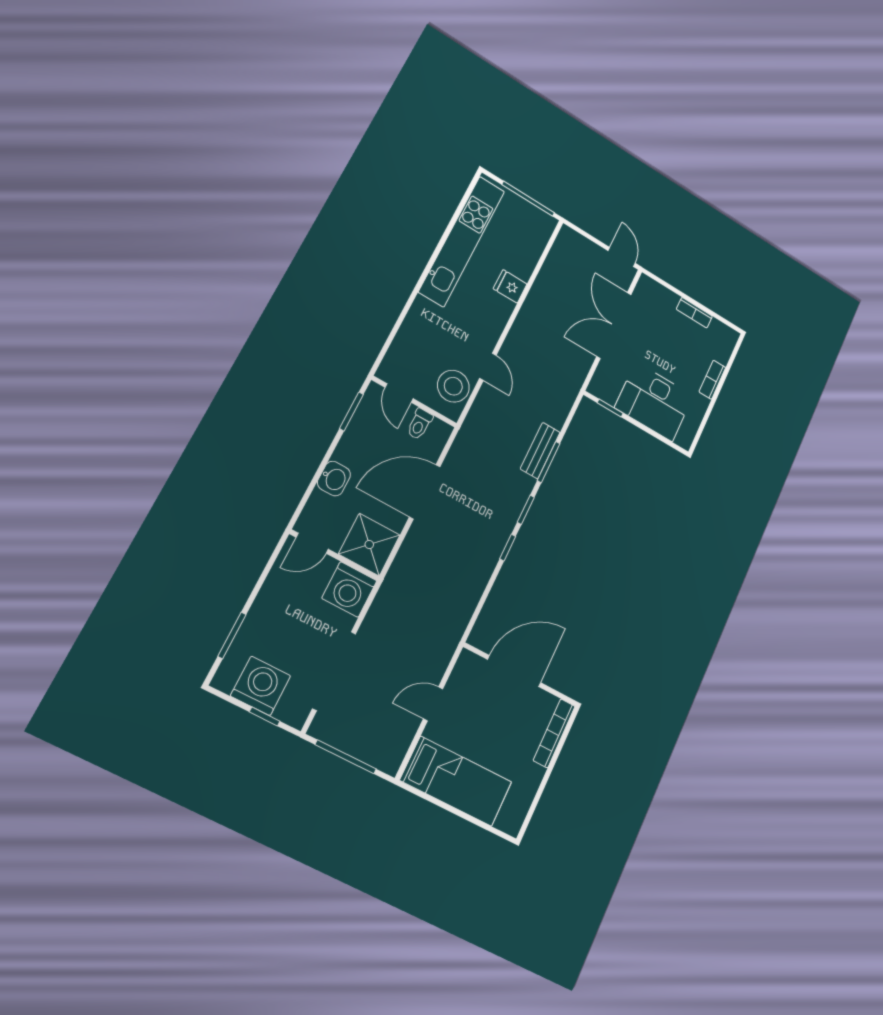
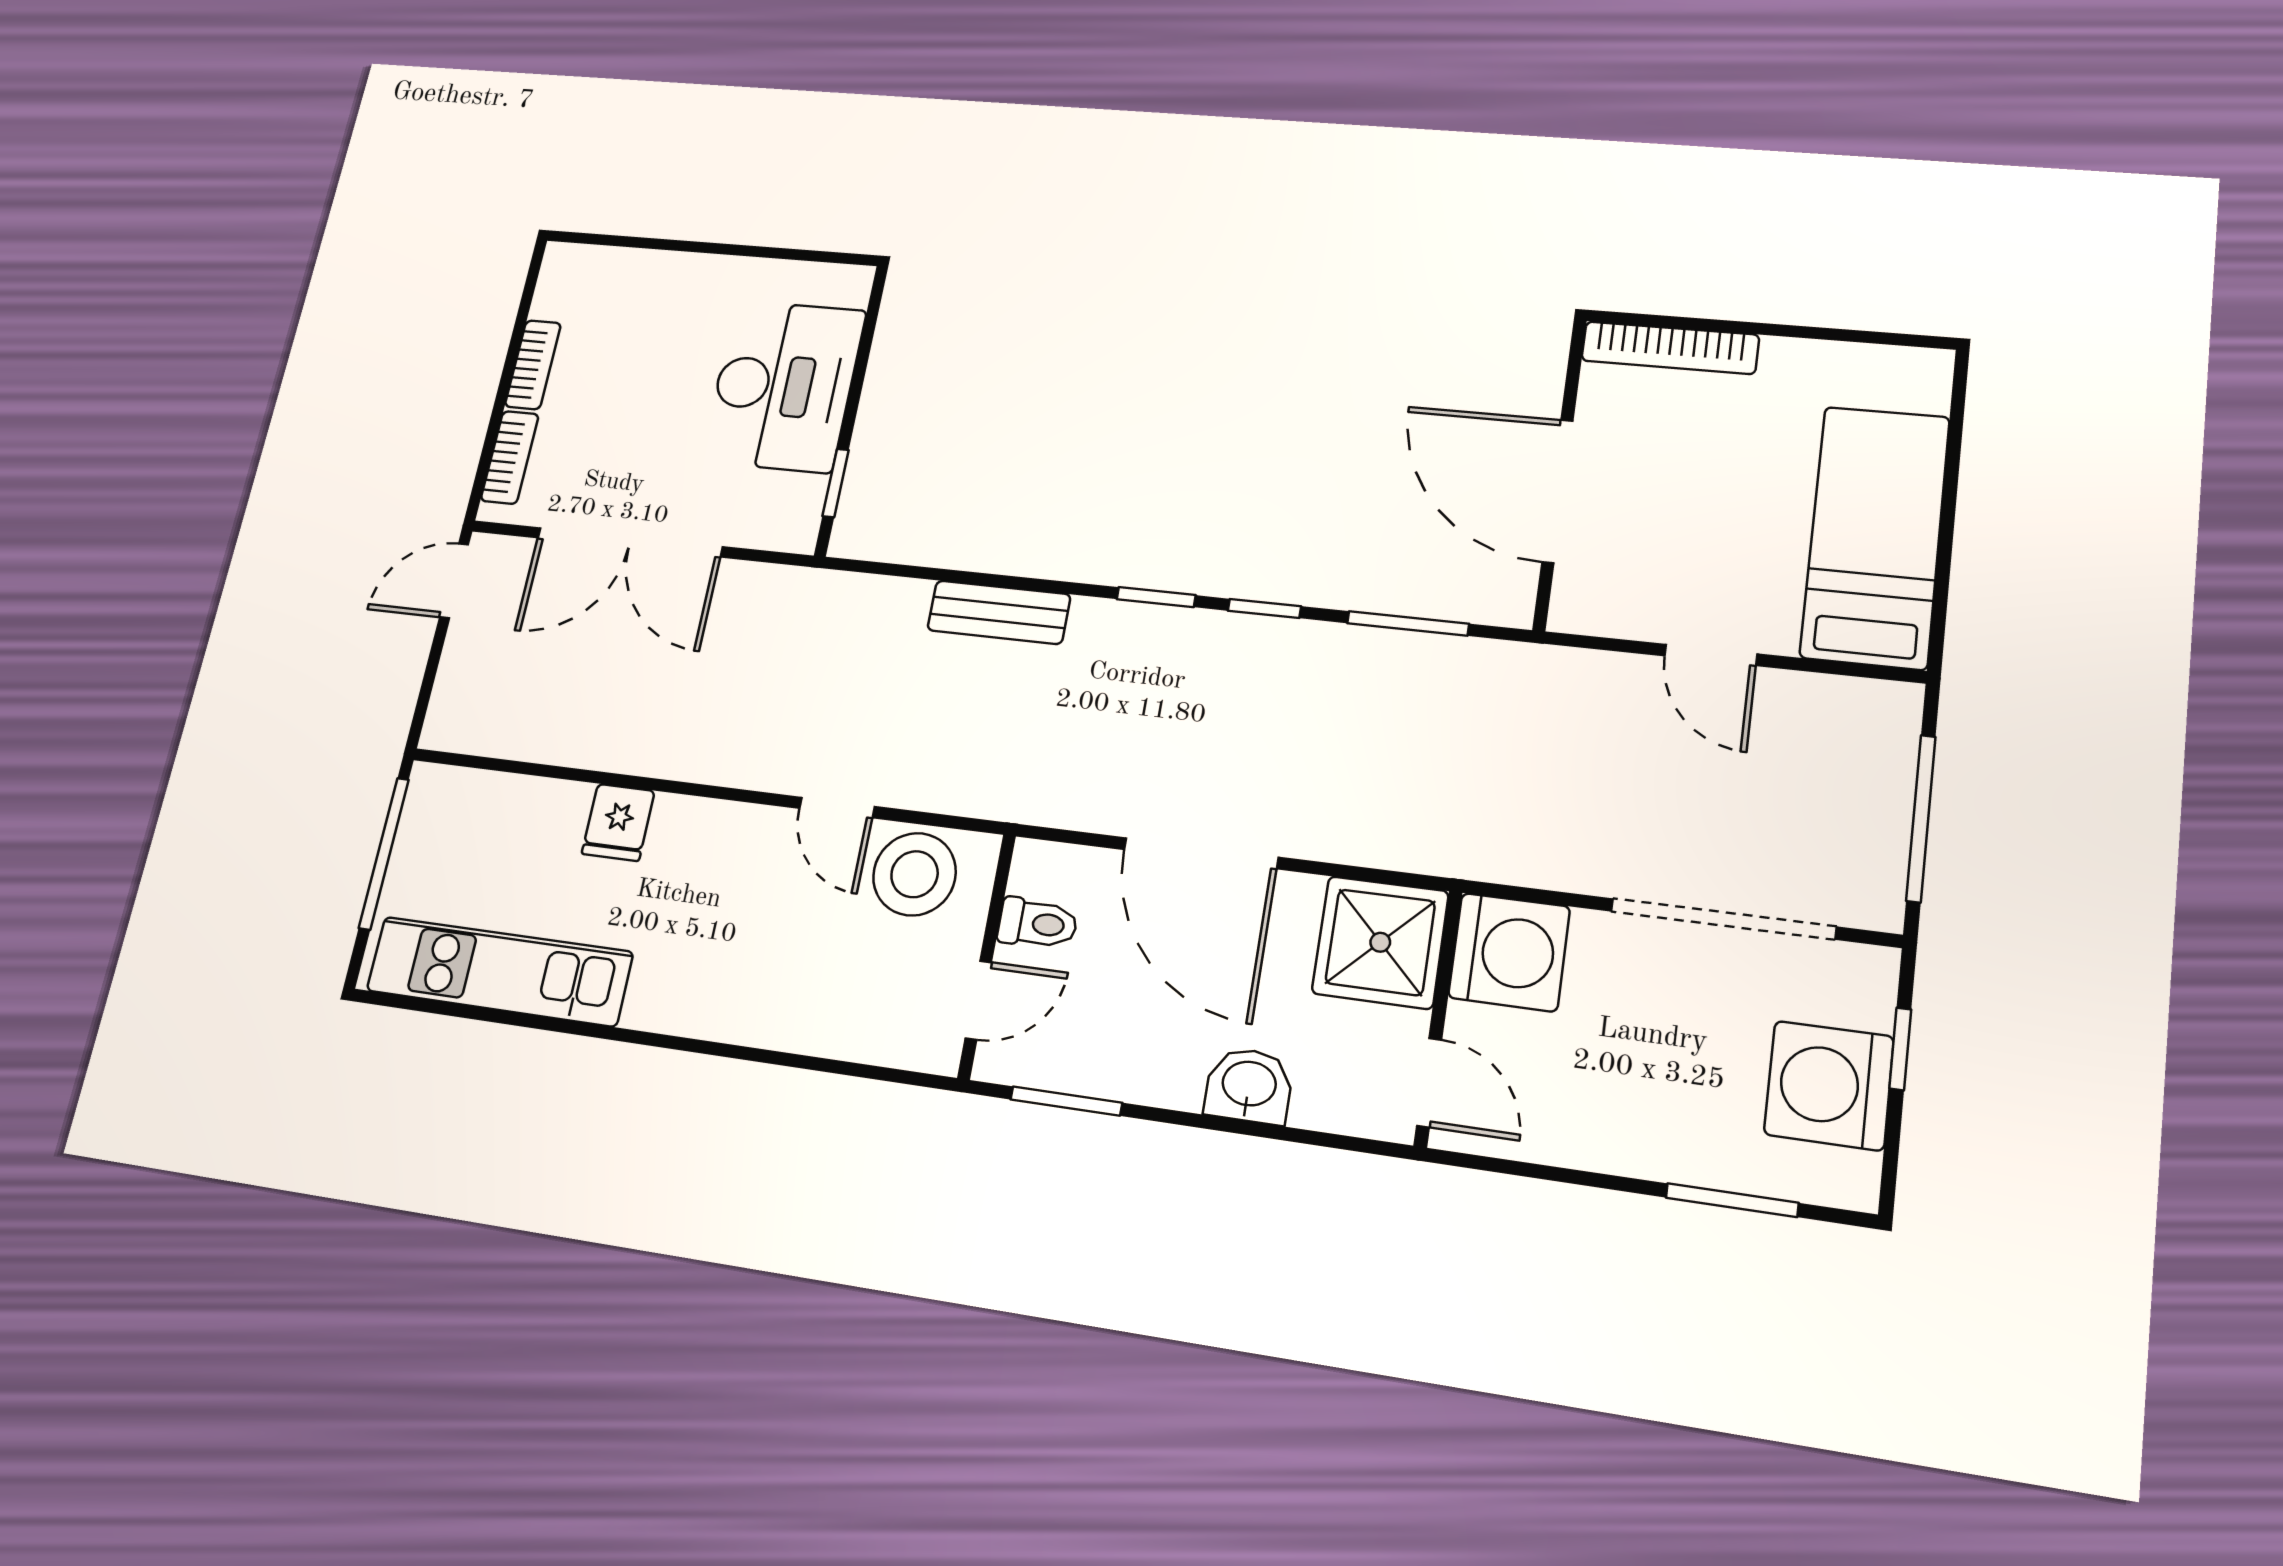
kitchen unit: (462, 241) -> (499, 971), width x0.73
door: (488, 367) -> (837, 807), swing flipped
bookcase: (712, 380) -> (510, 457), moved, turned -90
window: (549, 462) -> (1408, 623), moved

